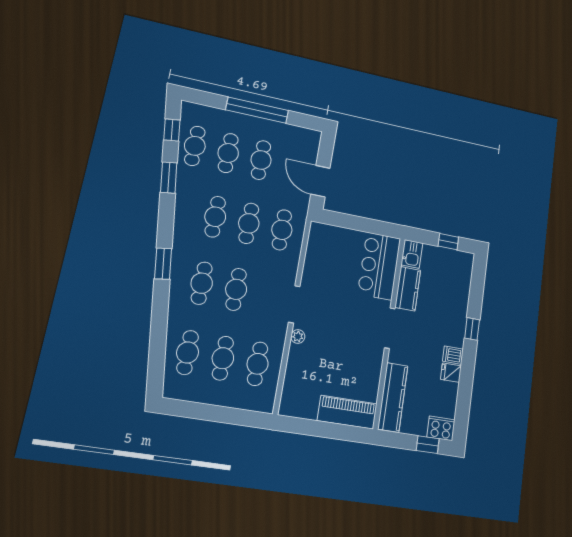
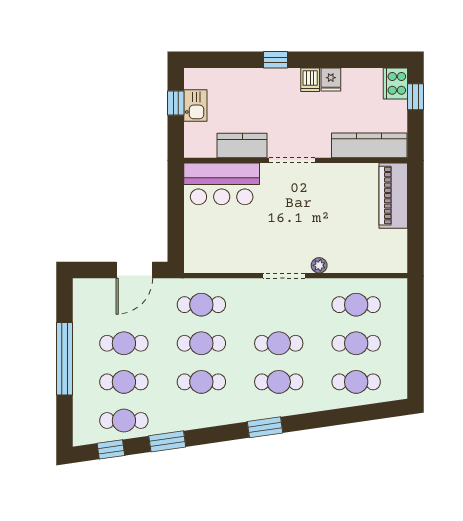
kitchen sink: (412, 254) -> (195, 106), moved, turned 90

